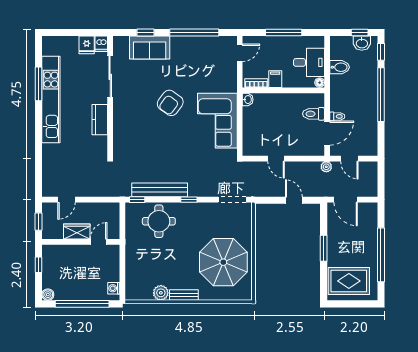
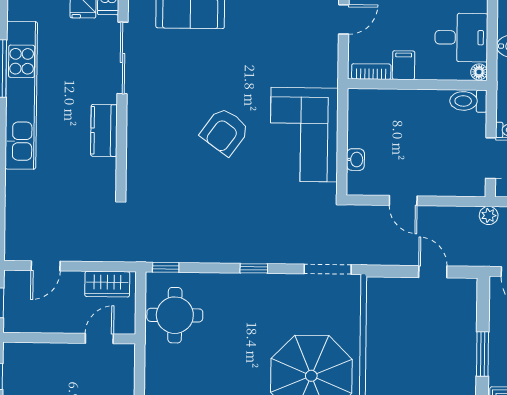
washbasin: (248, 100) -> (355, 160), moved
armchair: (170, 103) -> (225, 132), moved
toilet: (314, 114) -> (468, 101), moved
bench: (160, 190) -> (205, 251), removed
round table: (159, 221) -> (175, 315), moved
wardrobe: (77, 232) -> (107, 284), moved, turned 180

